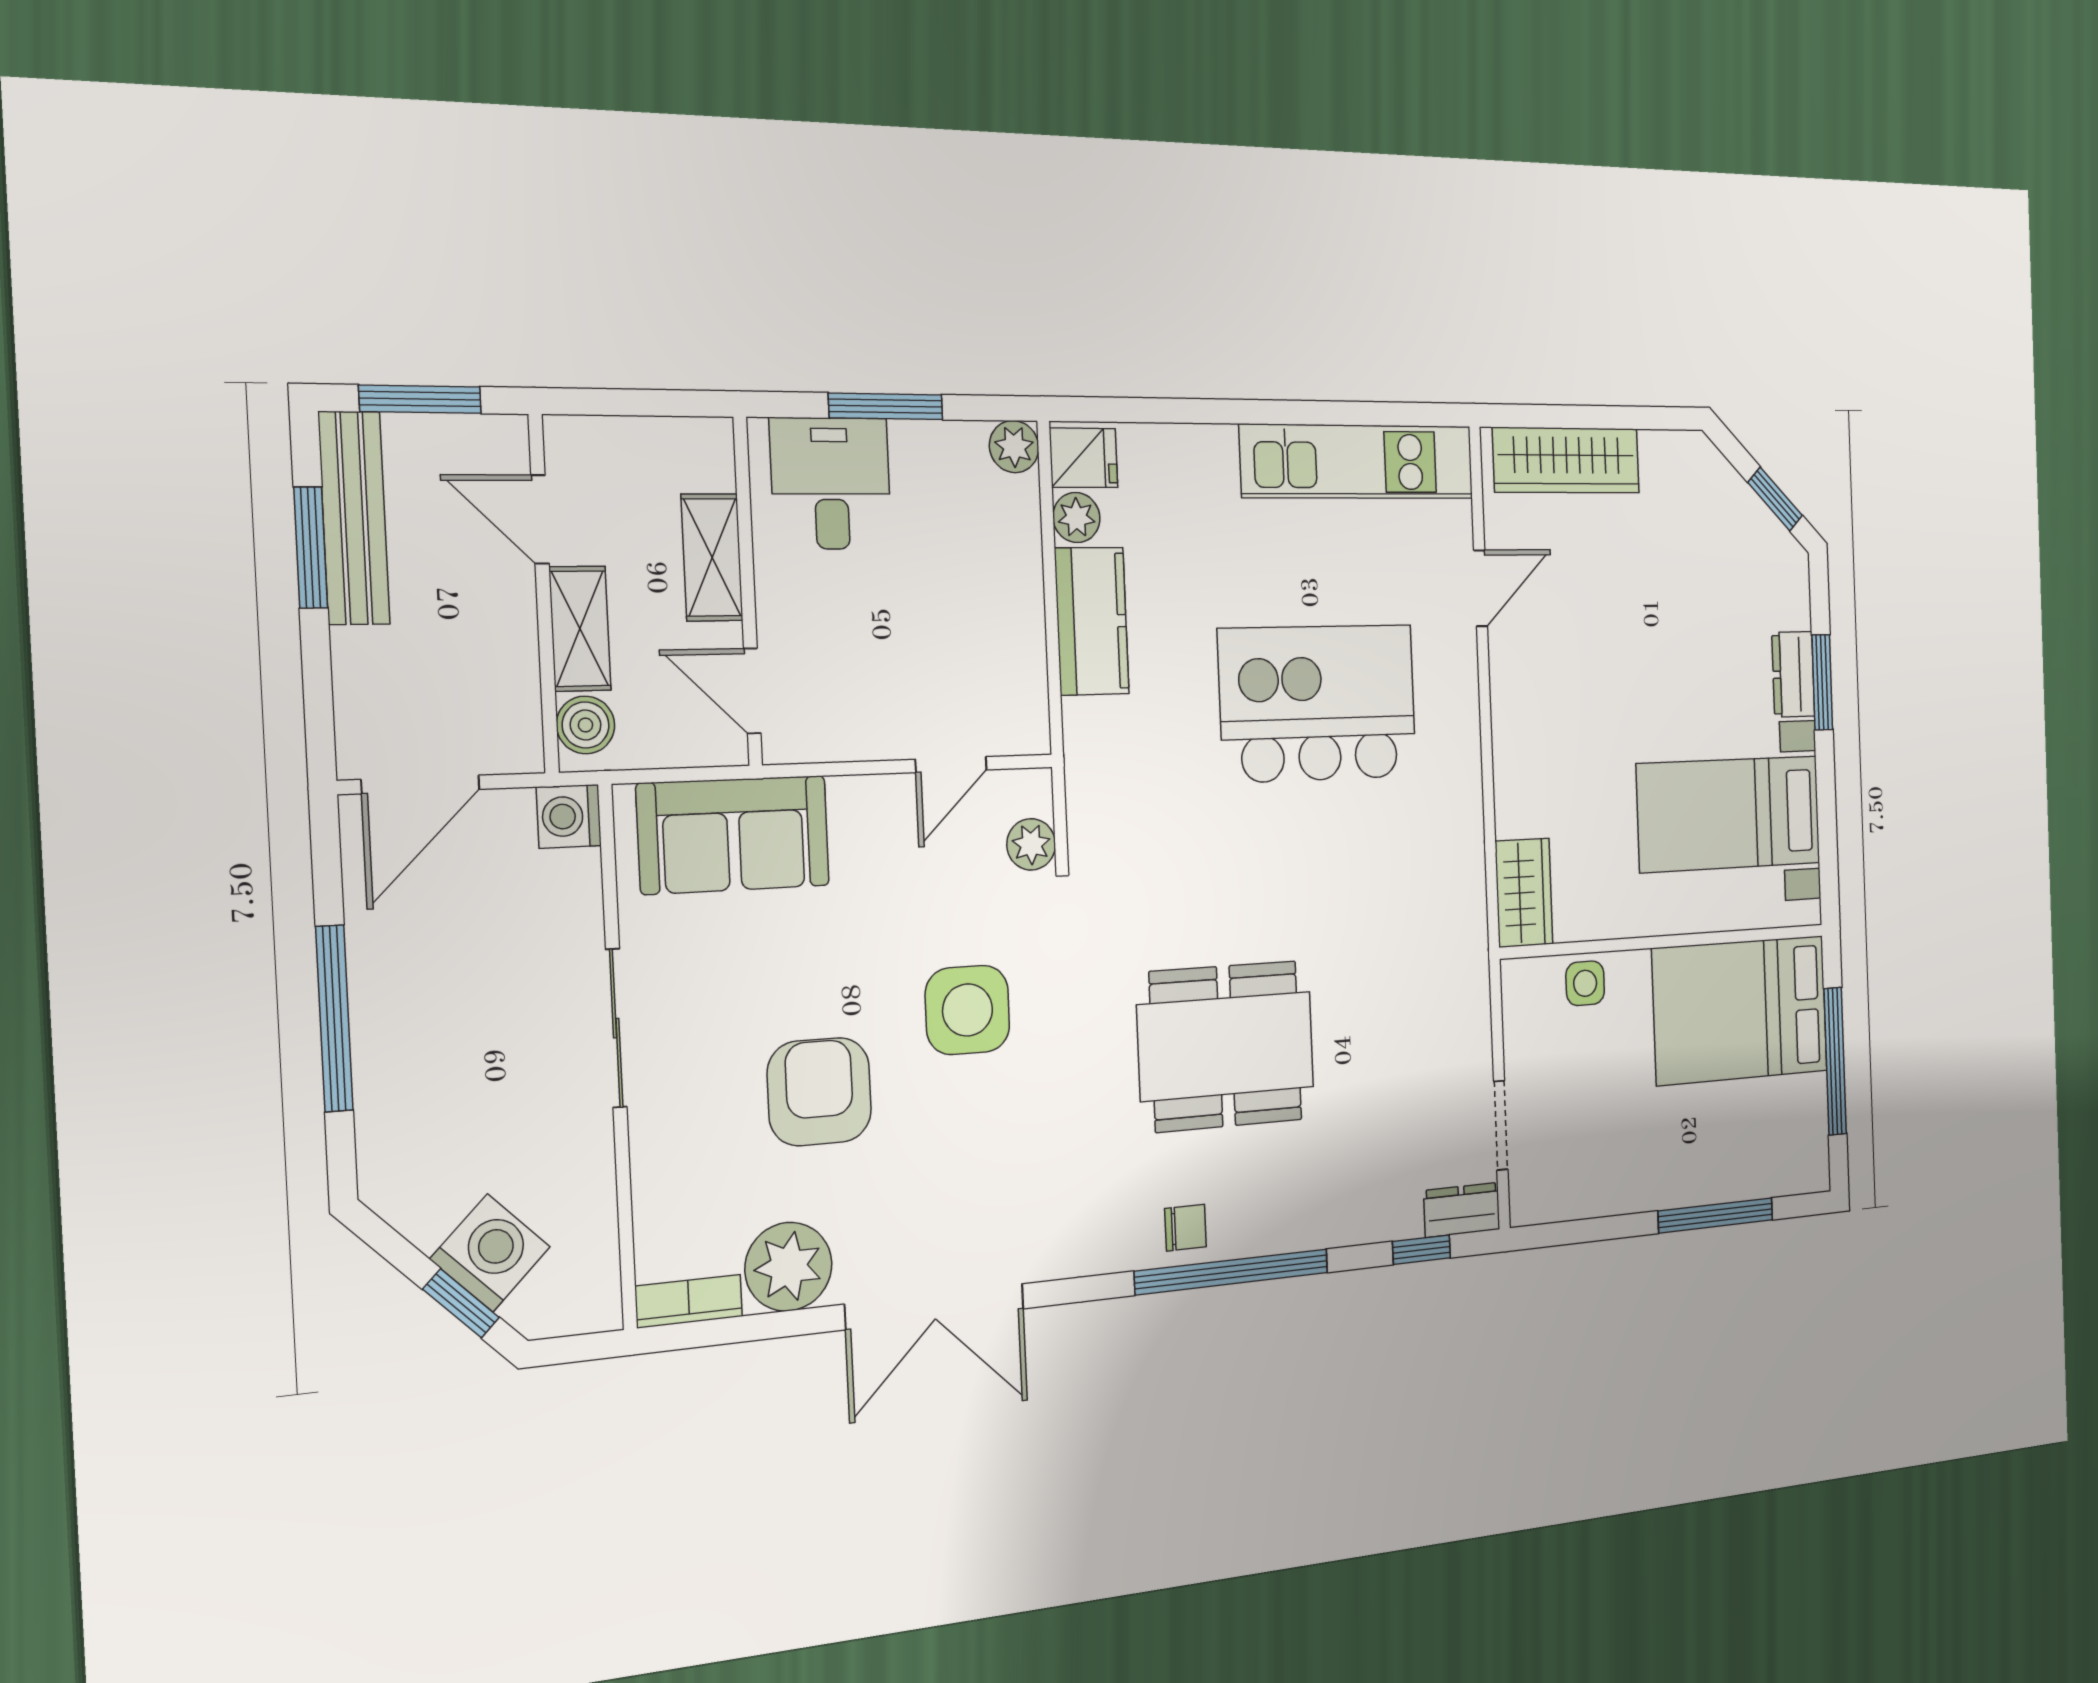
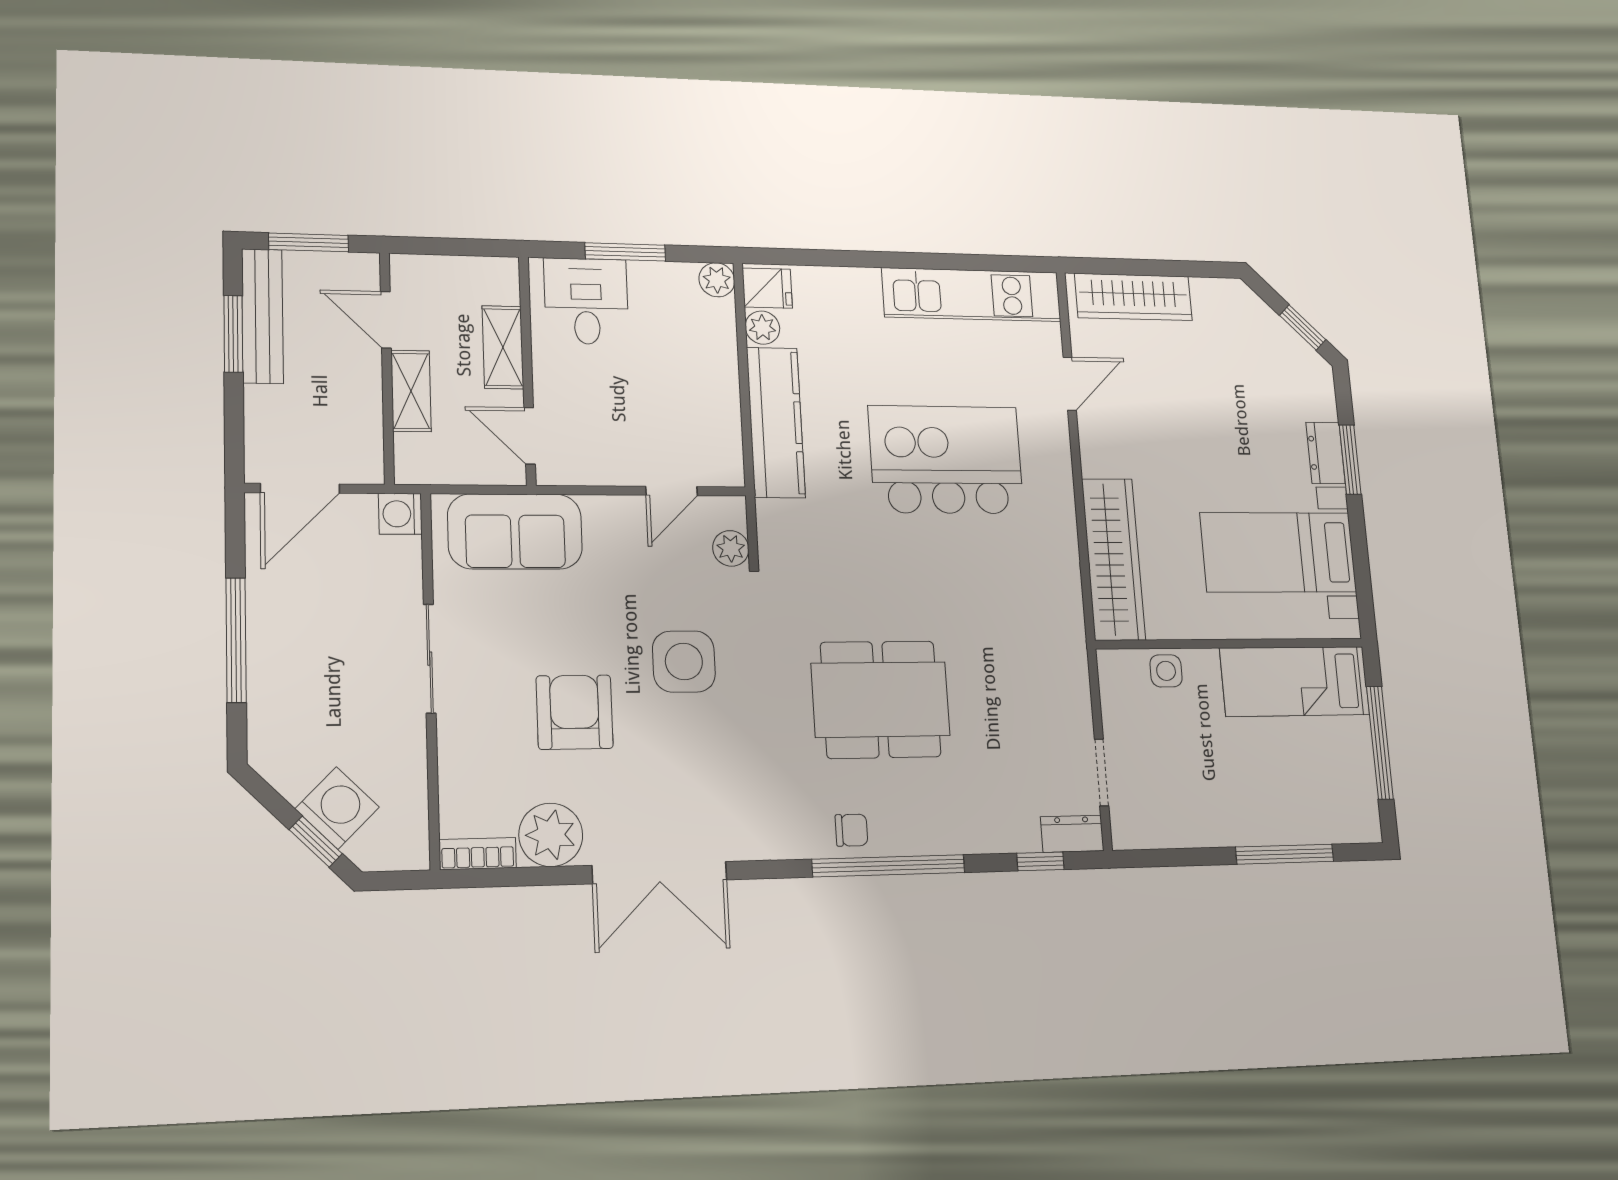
kitchen counter: (1092, 621) -> (776, 422), width x1.50
boiler: (586, 725) -> (413, 454), removed
wardrobe: (1524, 893) -> (1113, 559), width x2.10, depth x1.17
bed: (1740, 1010) -> (1295, 681), width x0.67

